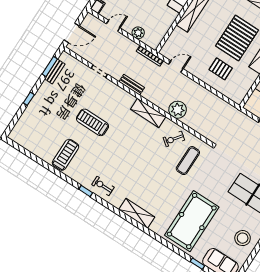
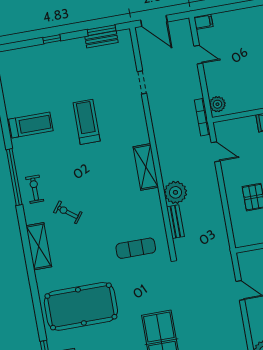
plant: (138, 33) -> (217, 104), moved
bench: (132, 85) -> (175, 222), moved
exercise bike: (174, 139) -> (68, 212), moved
window: (86, 191) -> (14, 177), width x3.17

